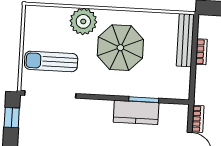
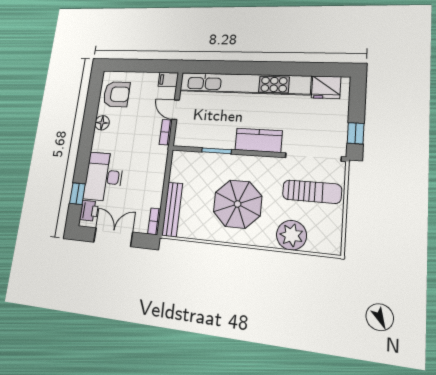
plant: (83, 21) -> (291, 235), moved
bookcase: (201, 52) -> (154, 221), moved
kitchen counter: (136, 112) -> (259, 140), moved

